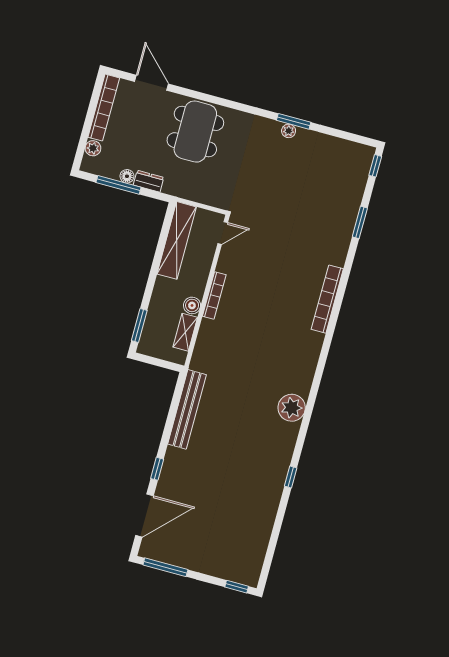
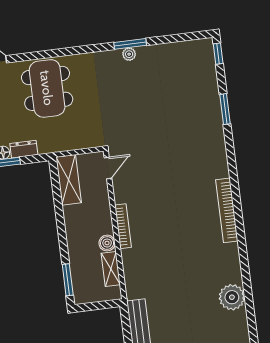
shelving: (177, 240) -> (69, 180), width x0.68
bookcase: (327, 299) -> (227, 210), moved

